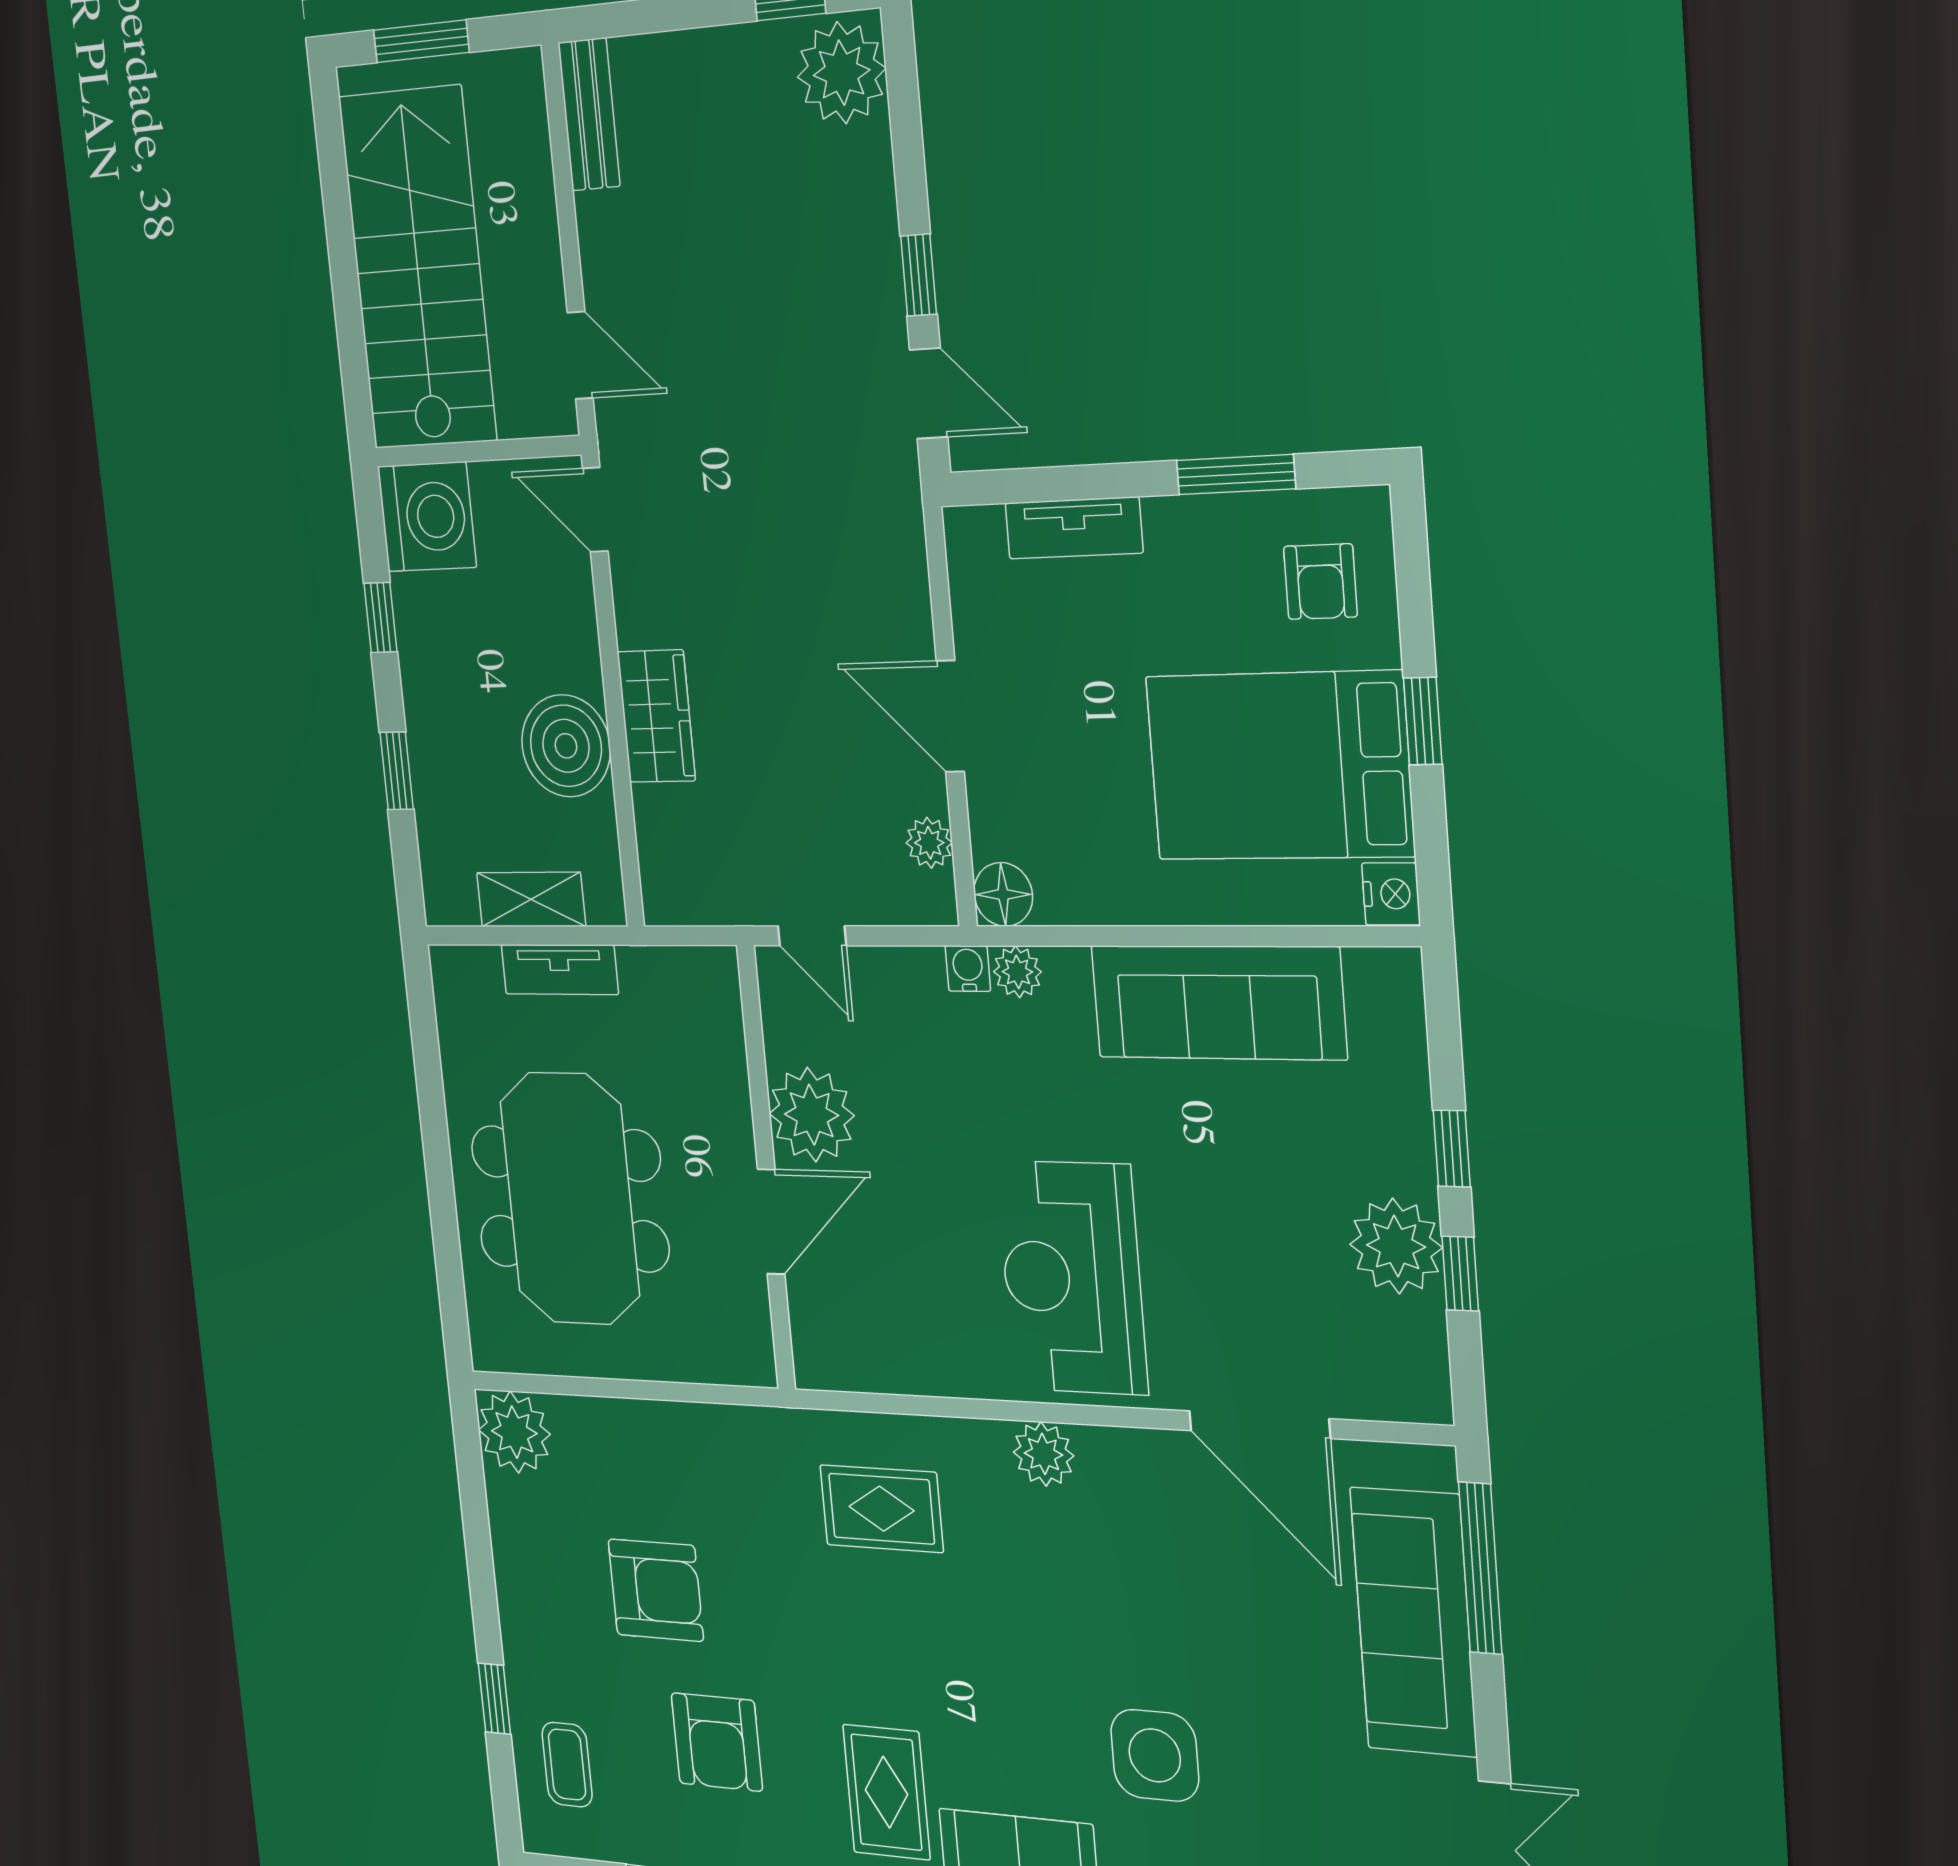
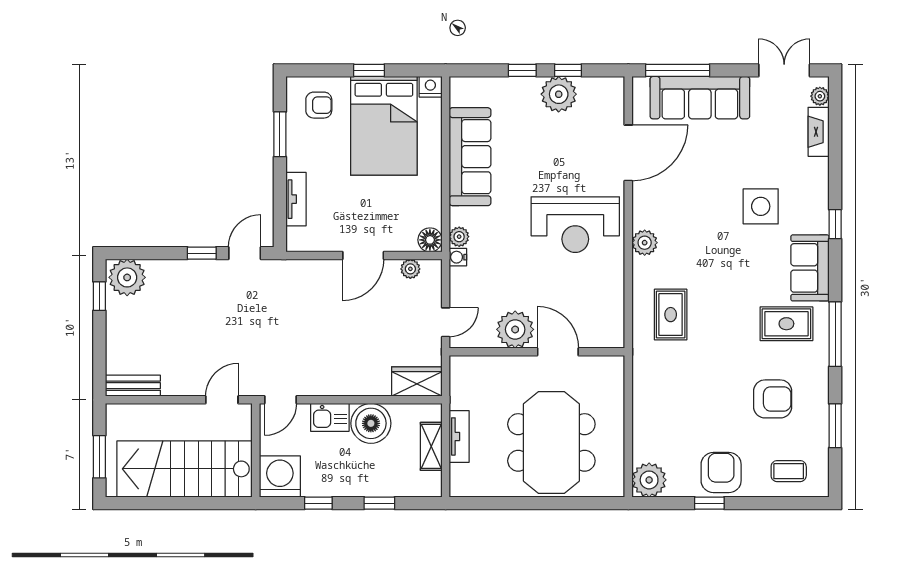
kitchen sink: (569, 640) -> (330, 417), added
wardrobe: (656, 716) -> (417, 382), moved
meeting table: (570, 1199) -> (551, 442), turned 90
armchair: (656, 1590) -> (721, 473), moved
window: (494, 1699) -> (709, 503), moved

